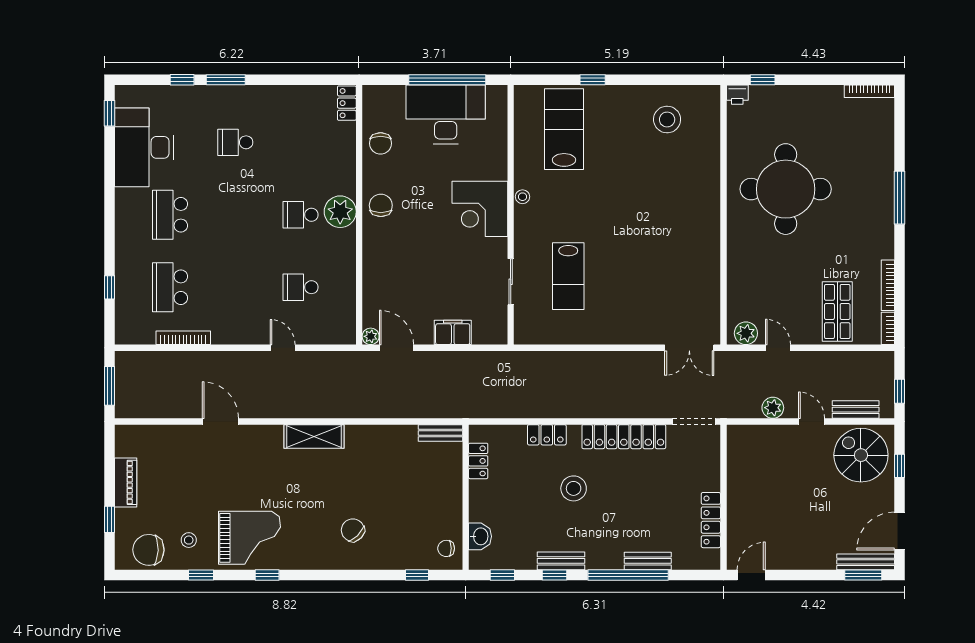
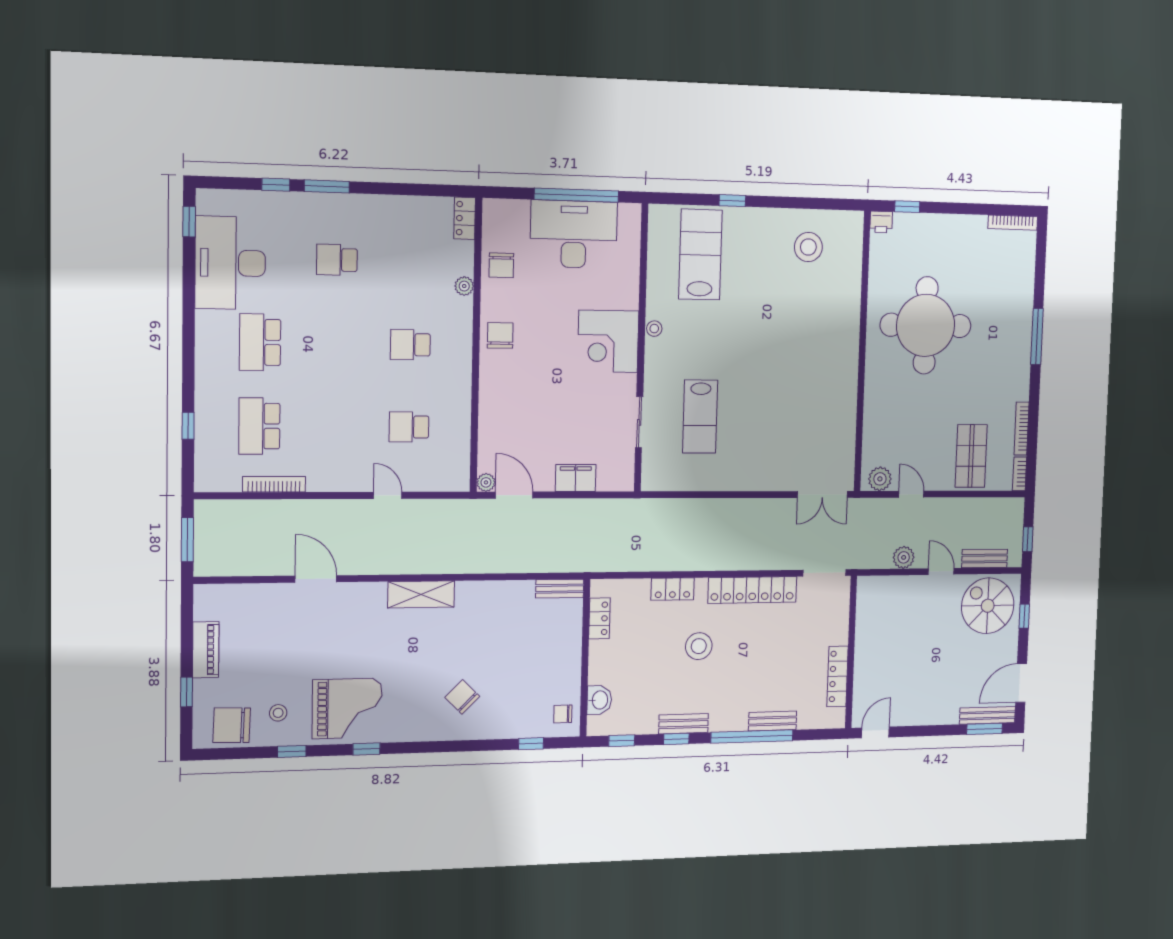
plant: (340, 212) -> (464, 286), moved, width x0.53, depth x0.53

